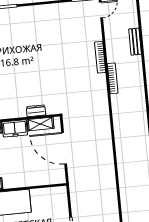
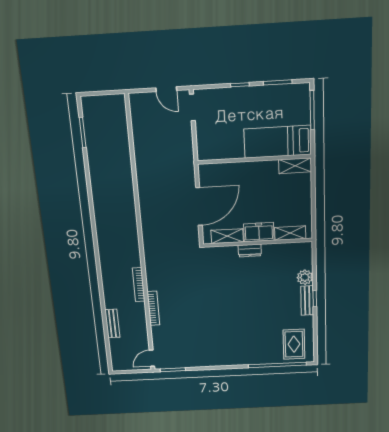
dresser: (36, 111) -> (250, 251), moved
door: (64, 148) -> (199, 207), hinge flipped

